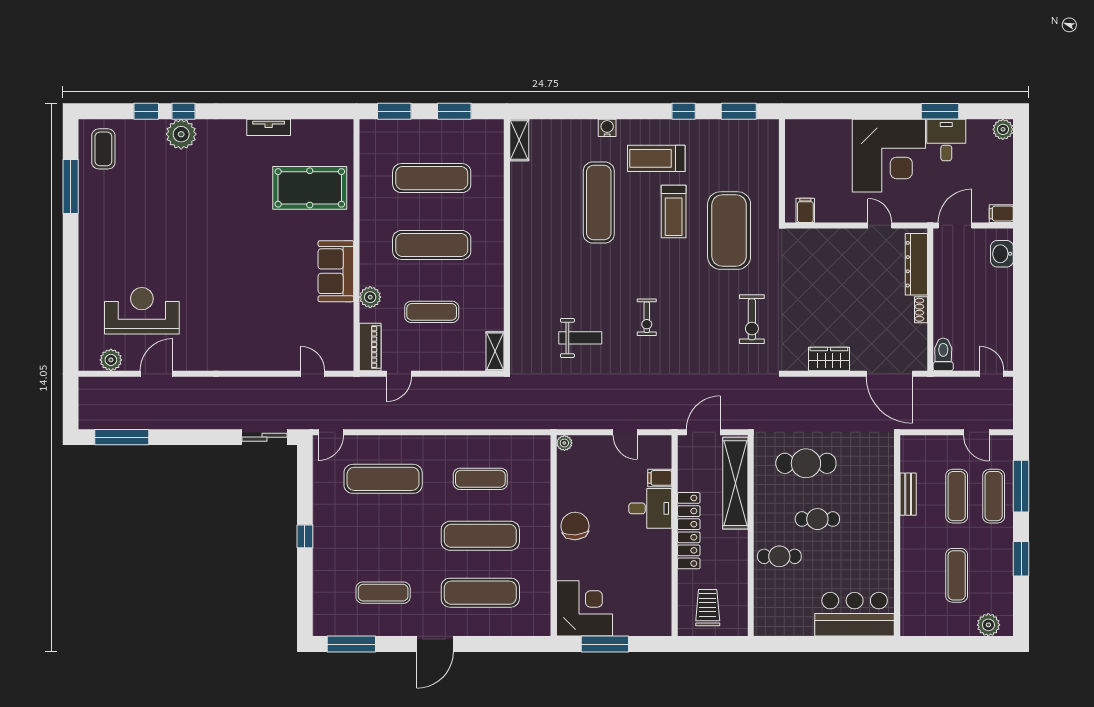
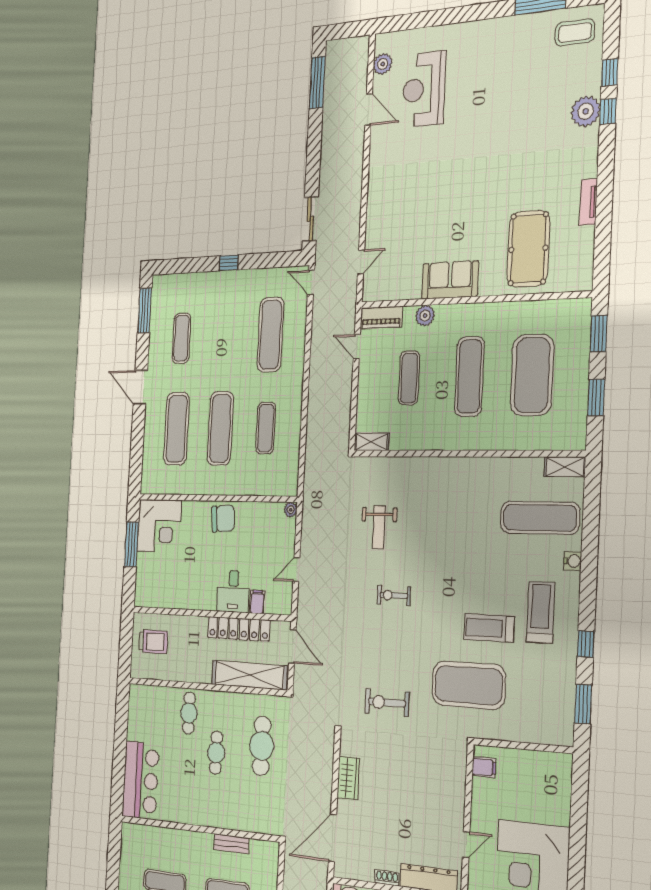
exercise mat: (432, 178) -> (532, 375), width x1.47
exercise mat: (599, 202) -> (540, 518), moved
reception desk: (142, 311) -> (424, 89), turned 180
locker: (689, 531) -> (239, 629), moved

